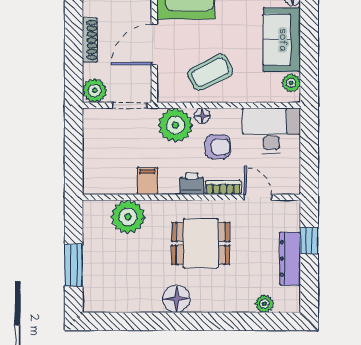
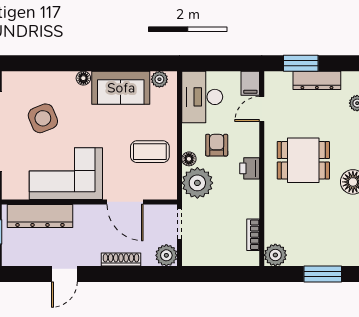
coffee table: (210, 72) -> (150, 152), turned -63
filing cabinet: (147, 181) -> (250, 83), moved, turned -90
bookcase: (223, 187) -> (253, 235), moved
plant: (128, 217) -> (275, 255), moved, width x0.73, depth x0.73
window: (309, 241) -> (301, 63), width x1.50
dining table: (201, 243) -> (303, 160), turned 90

